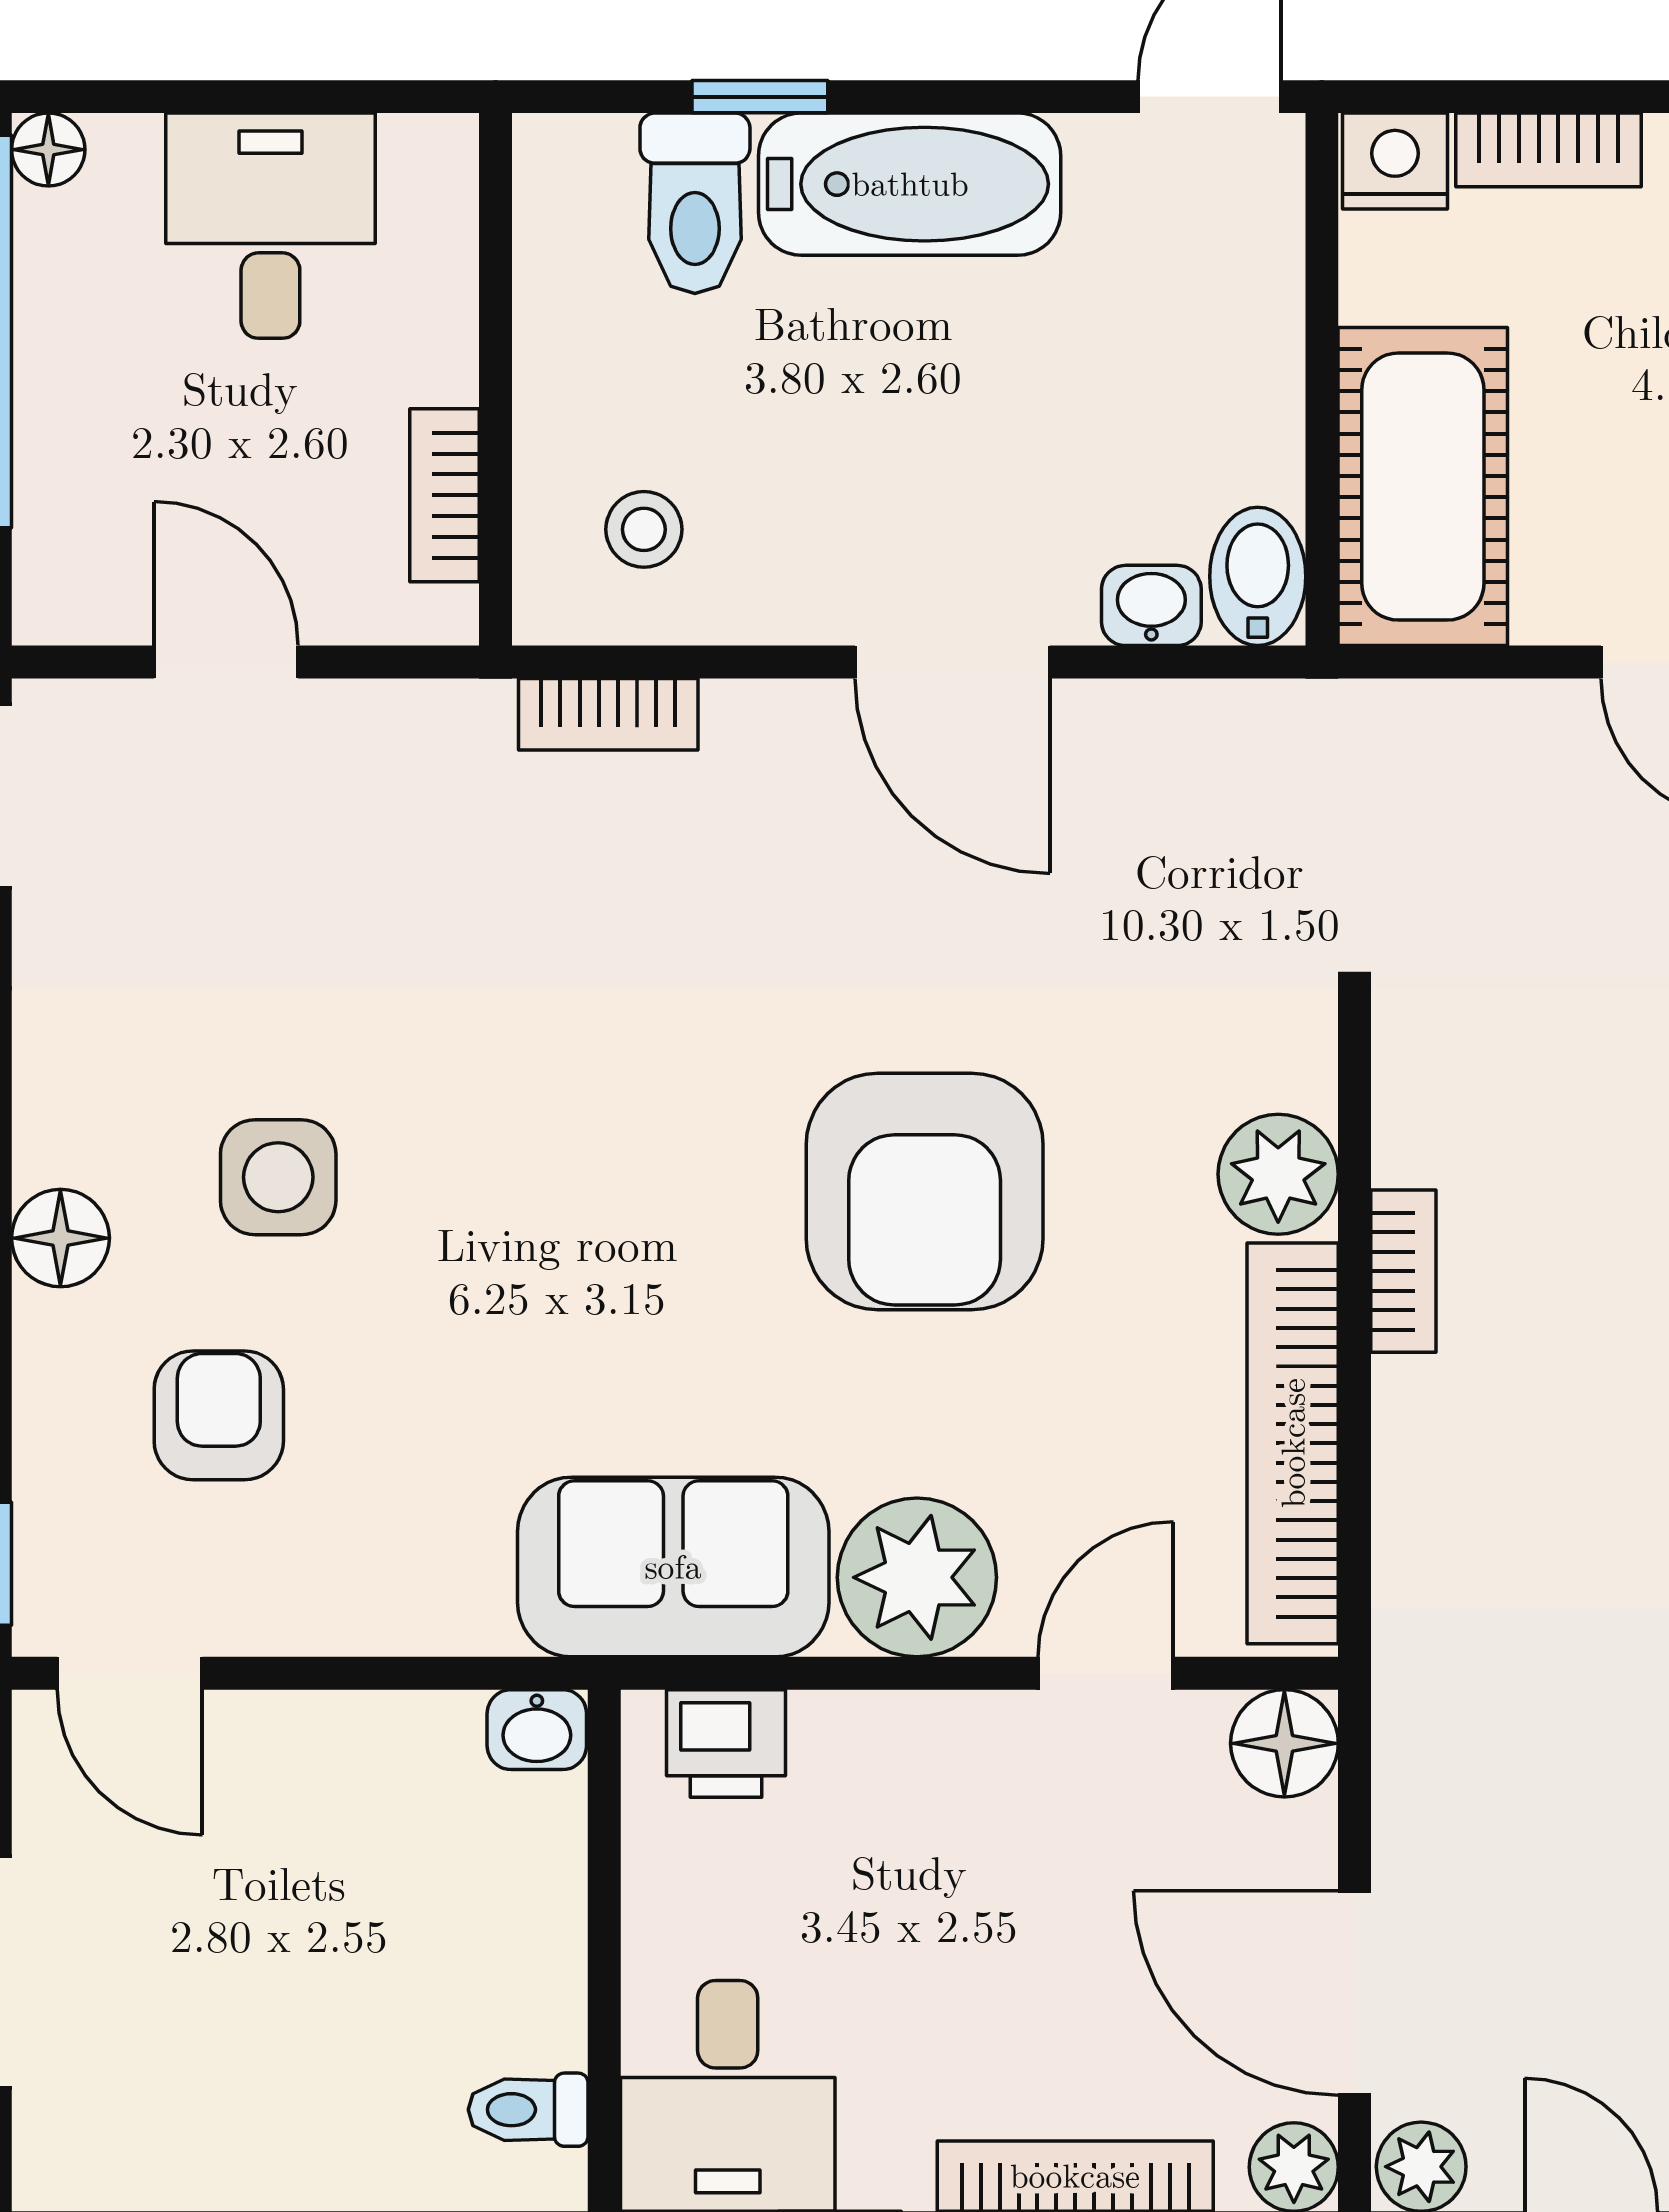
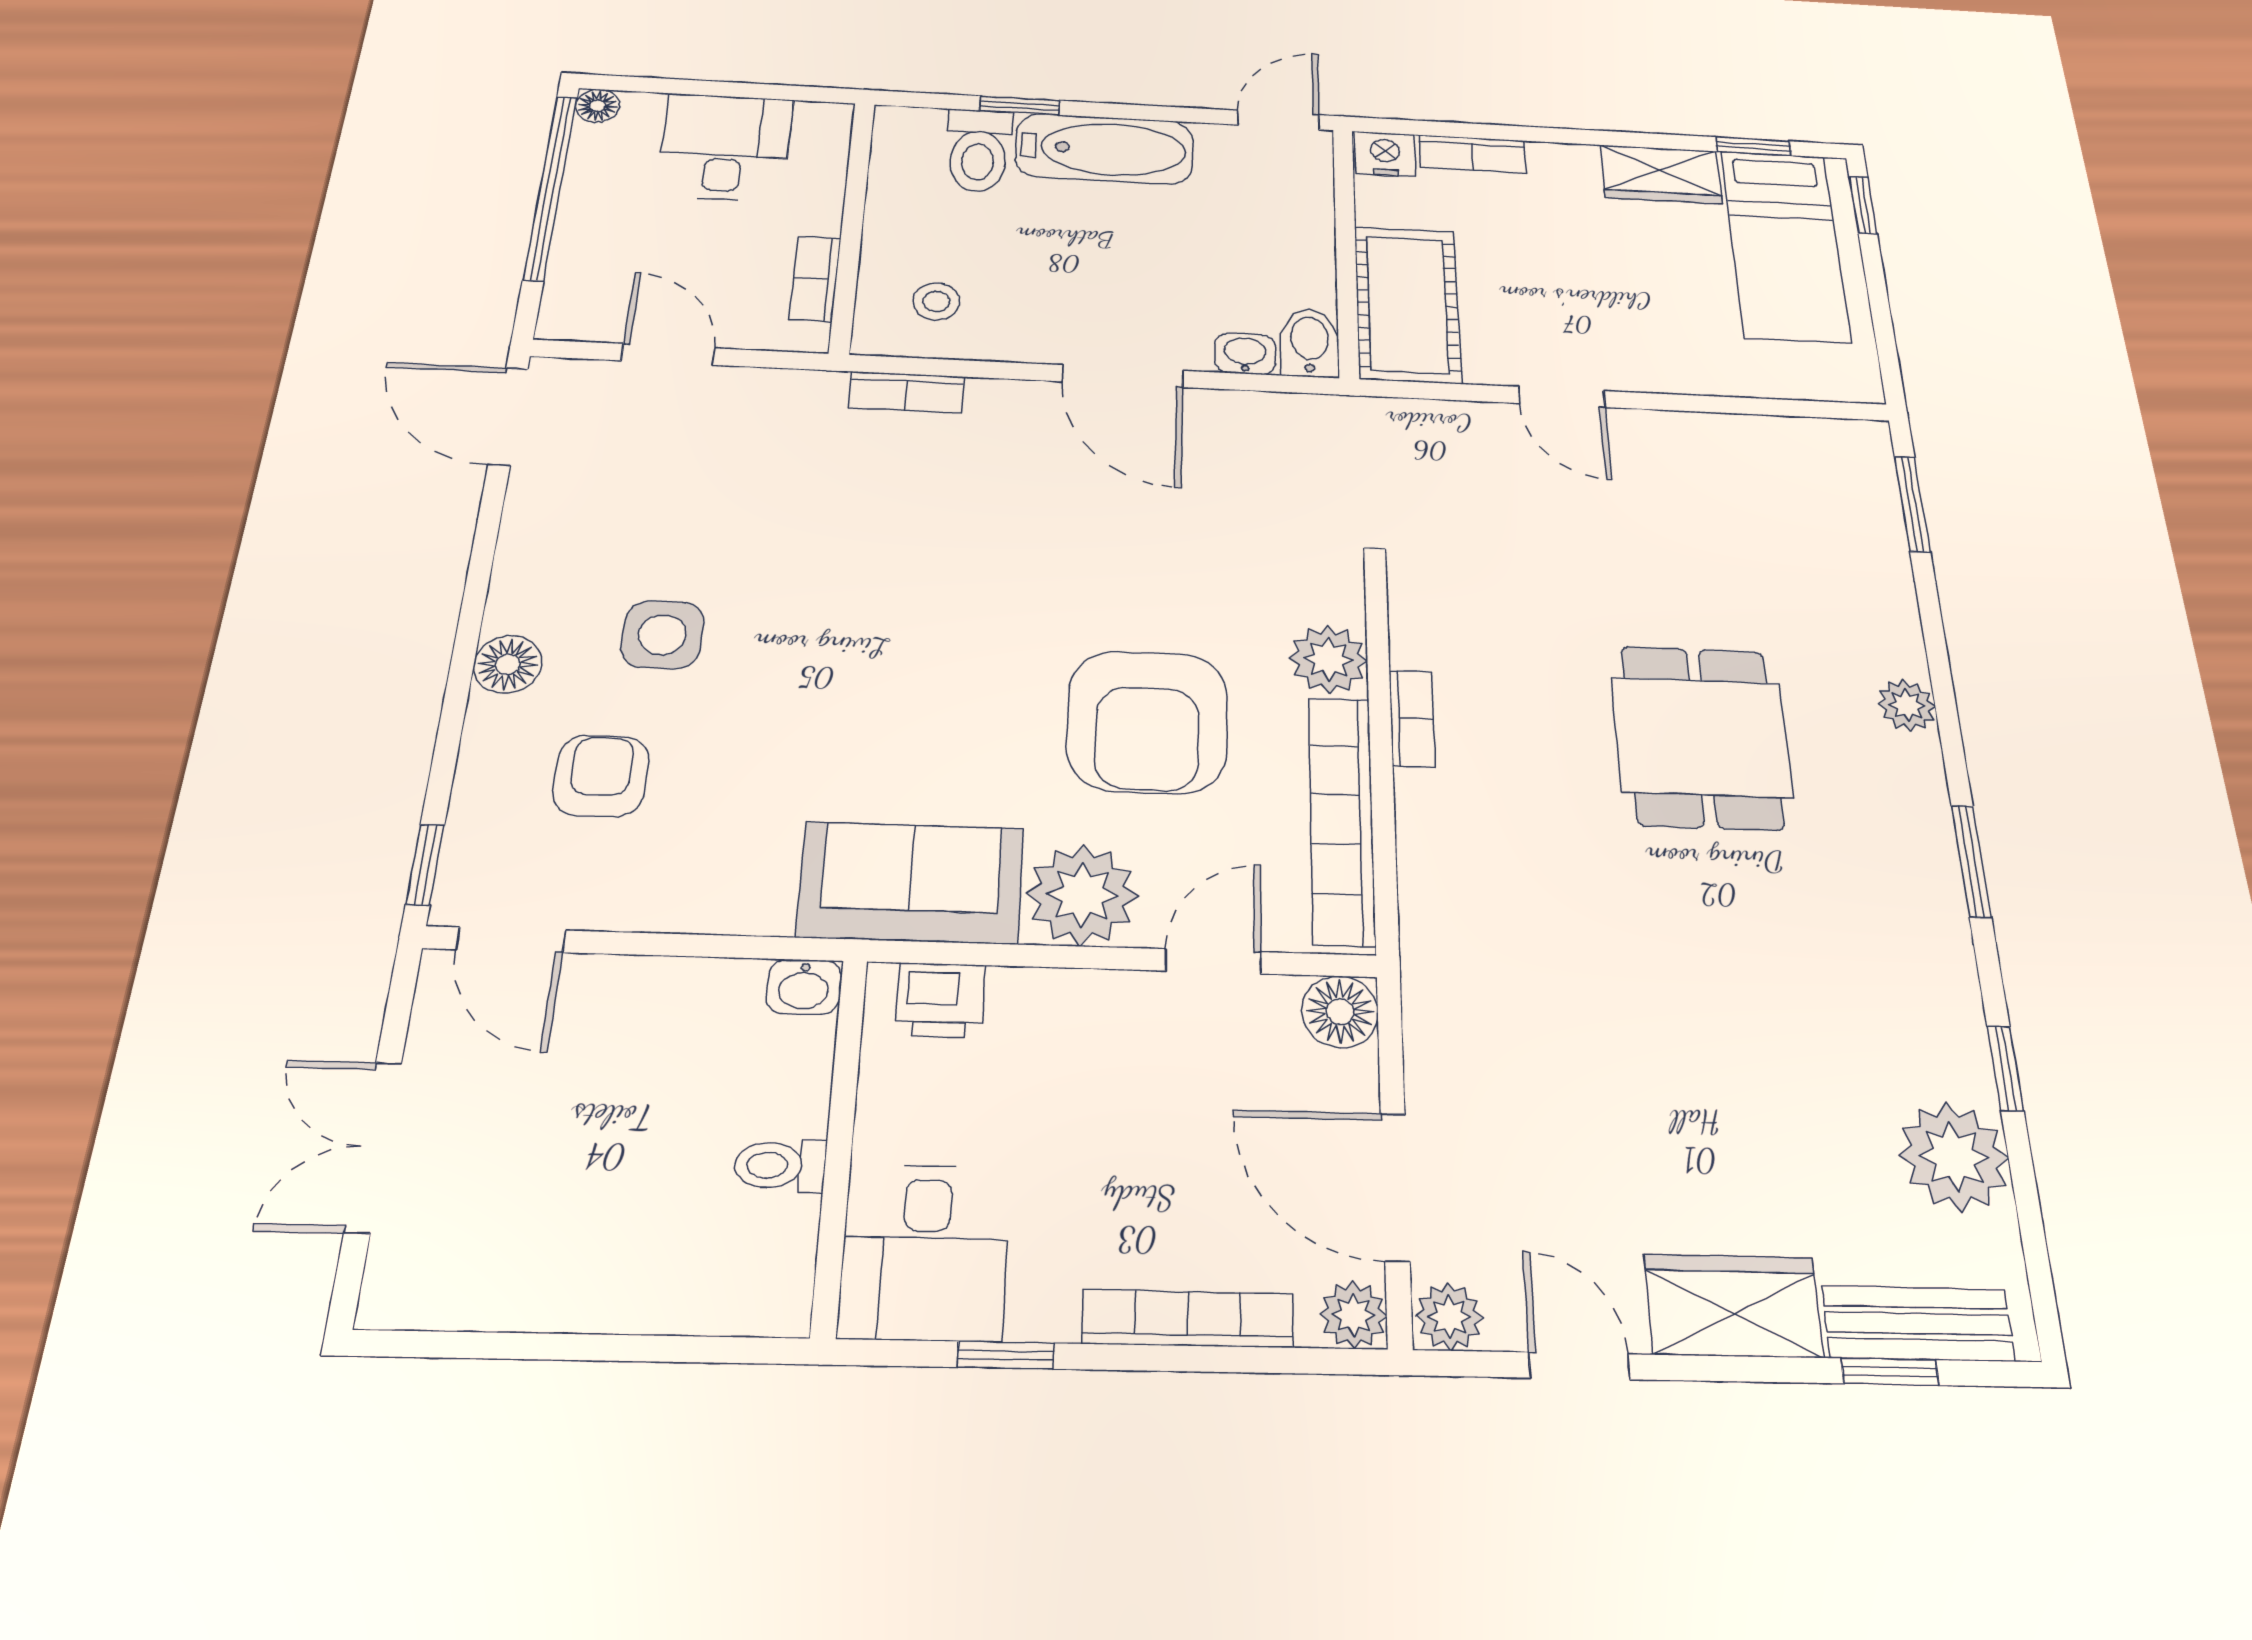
armchair: (925, 1191) -> (1147, 722), moved
toilet: (528, 2110) -> (780, 1165), moved

